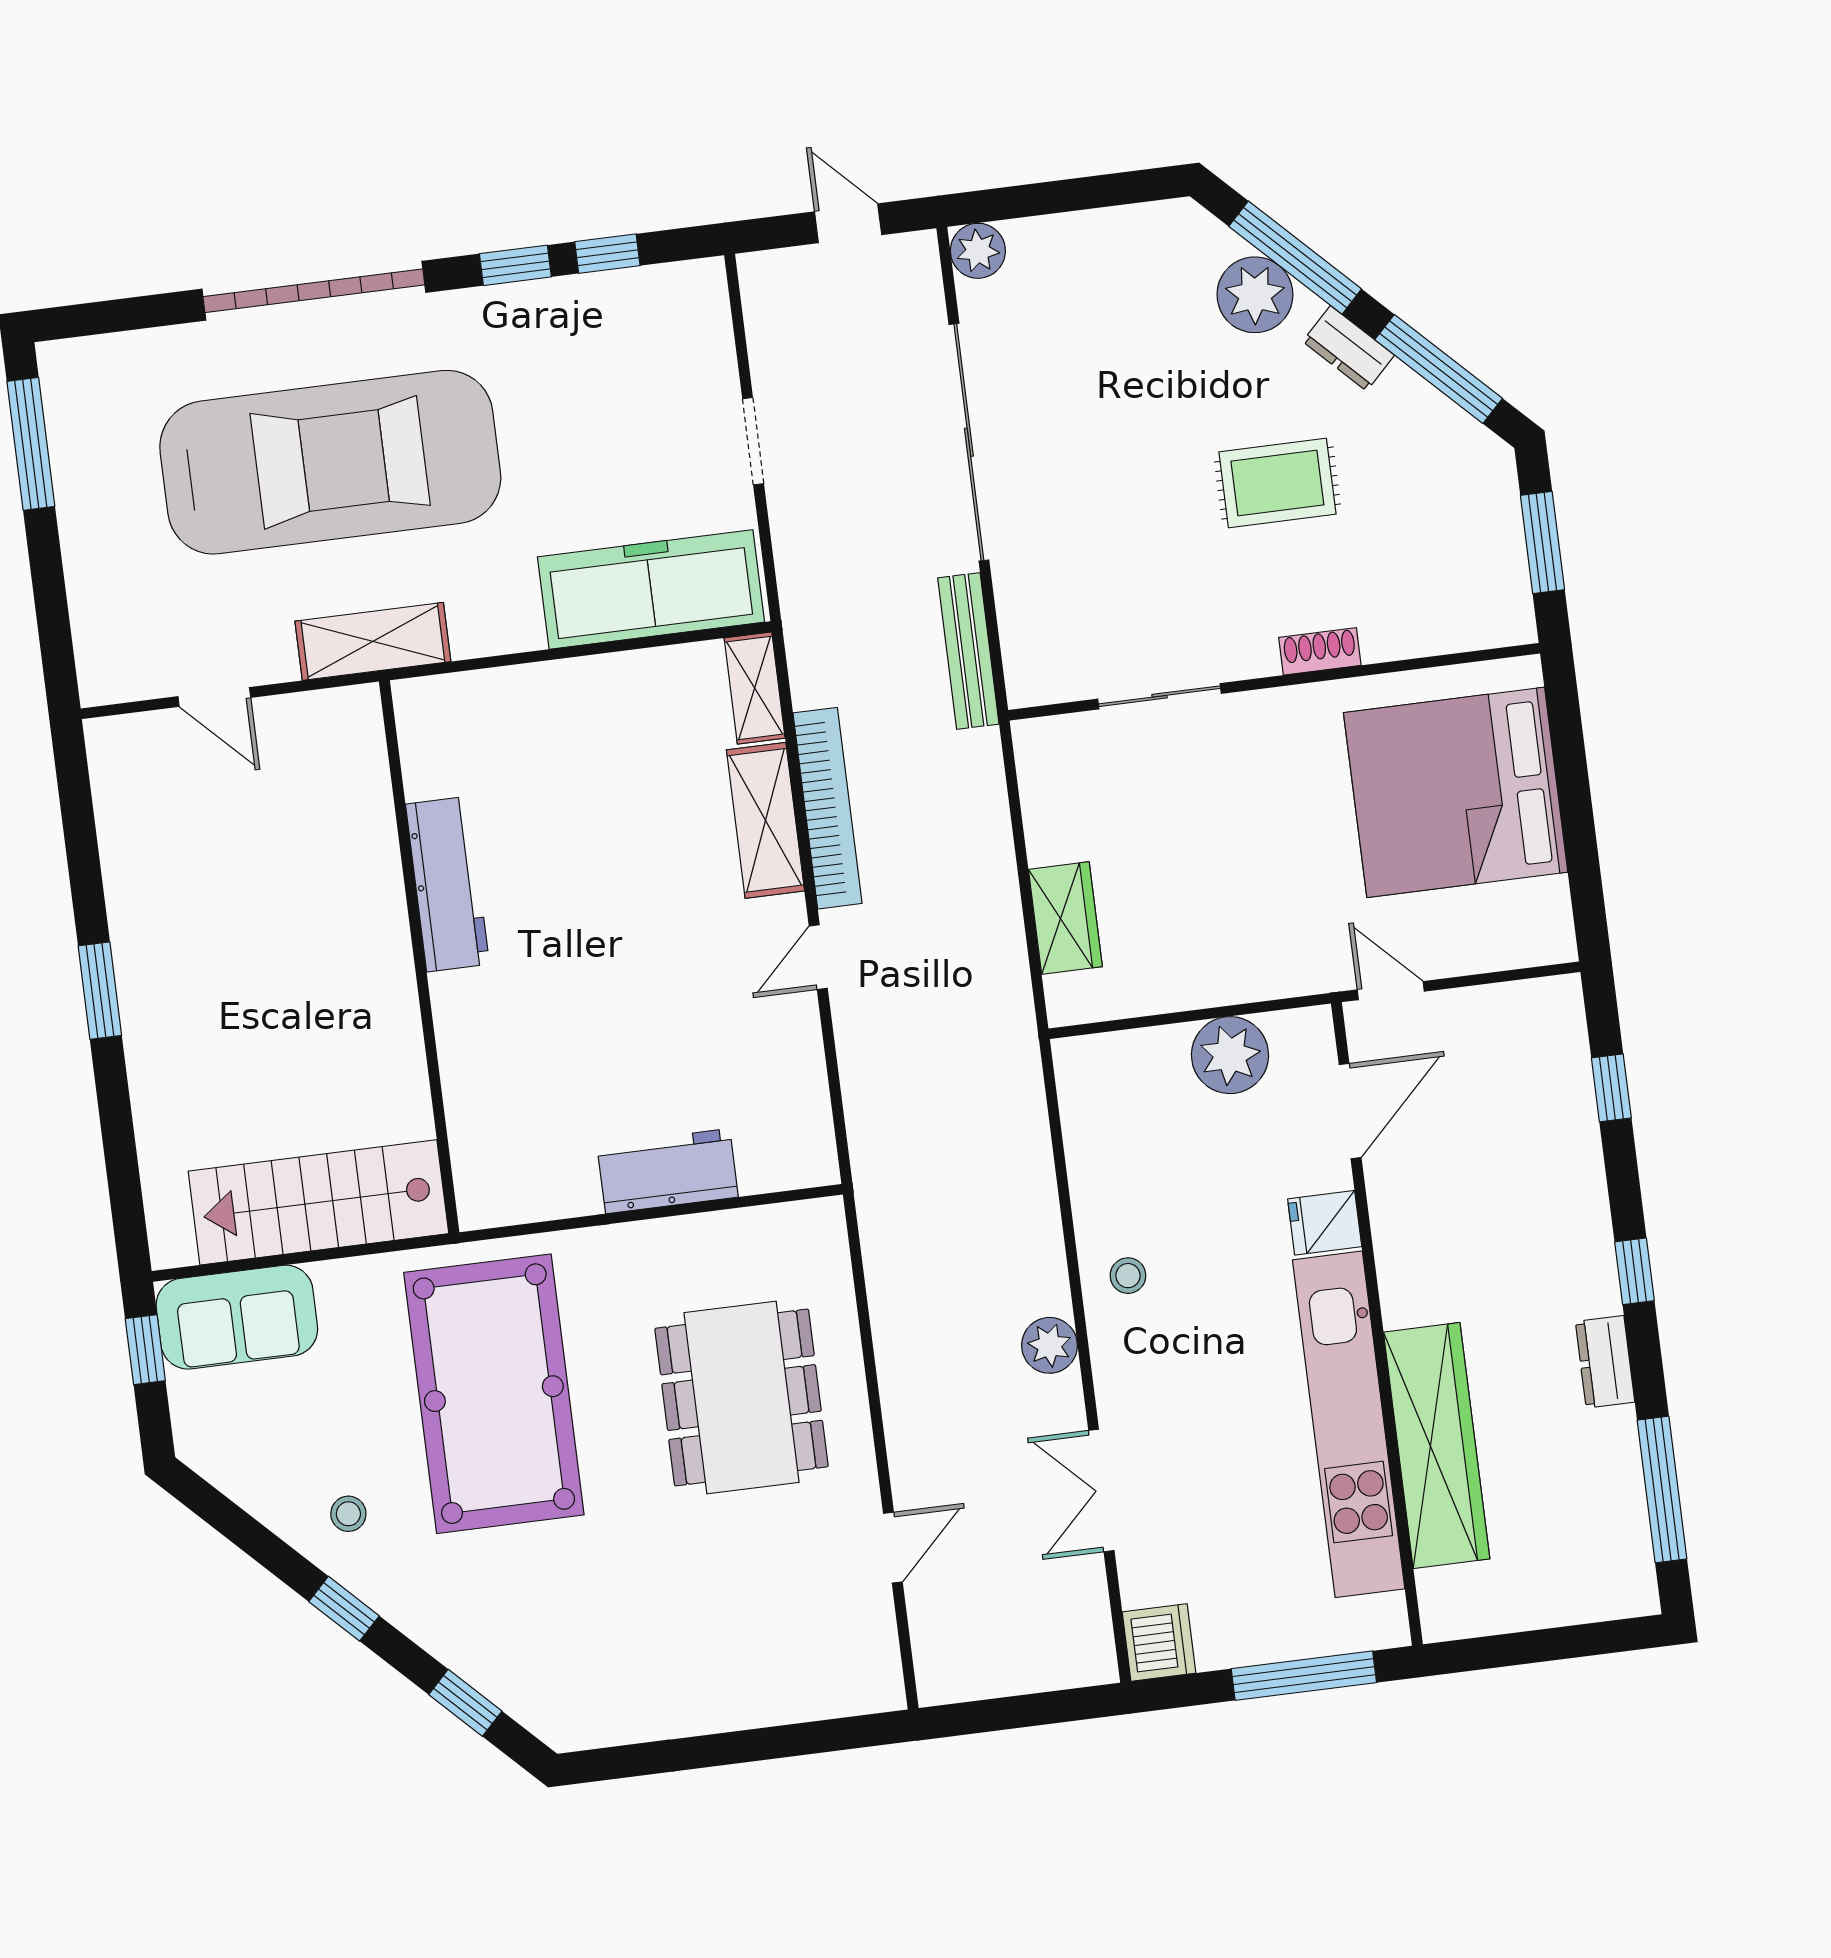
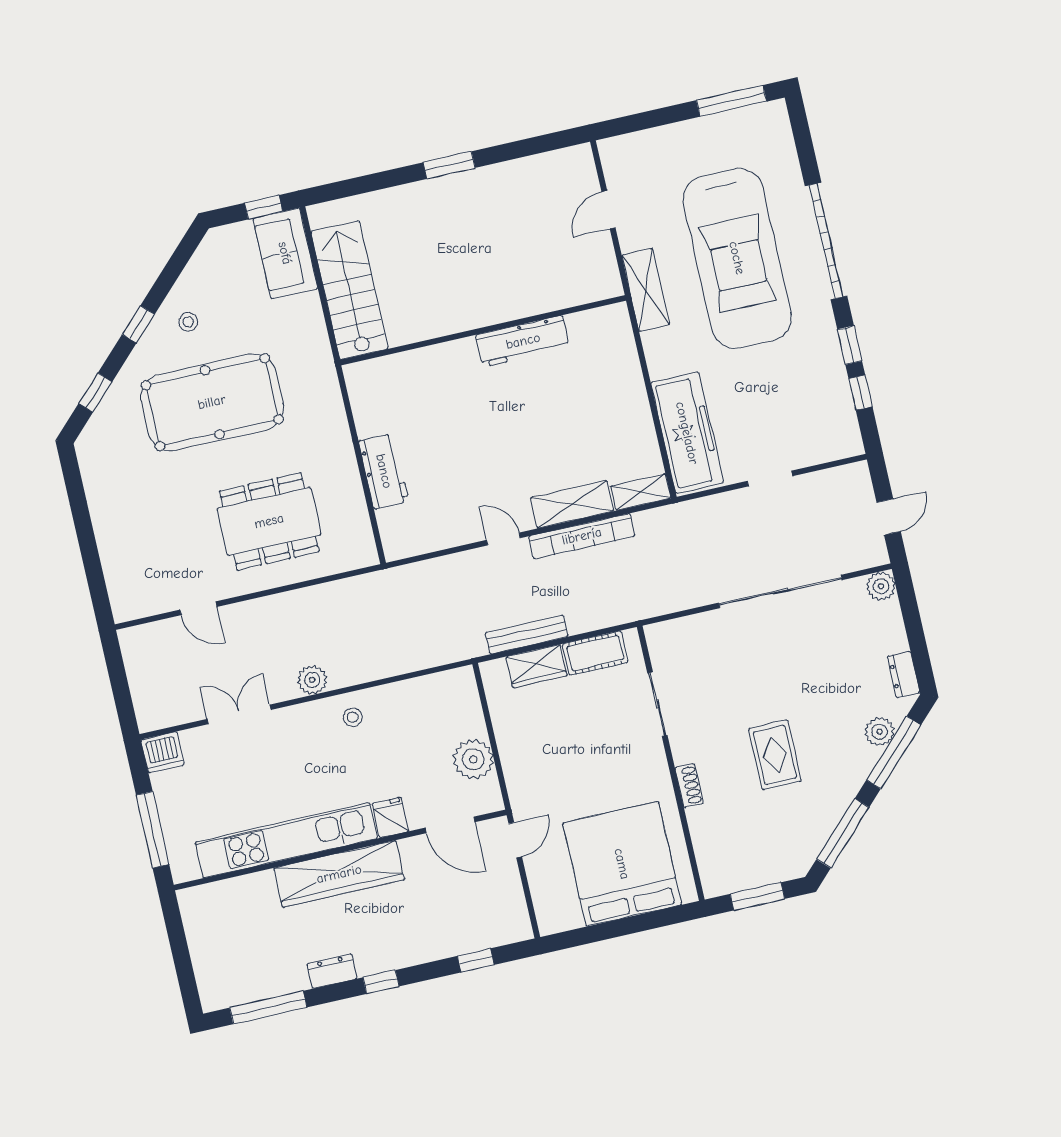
plant: (1255, 295) -> (879, 732), width x0.73, depth x0.73
dresser: (1349, 348) -> (904, 675), moved, turned -45
bench: (968, 651) -> (527, 635), moved
cot: (1051, 804) -> (595, 653), added
pool table: (494, 1394) -> (212, 402), moved
wardrobe: (1437, 1446) -> (339, 874), moved

